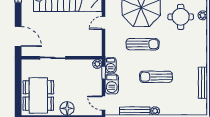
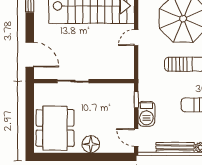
plant: (97, 64) -> (129, 89), removed
barbecue: (111, 65) -> (145, 90), removed

